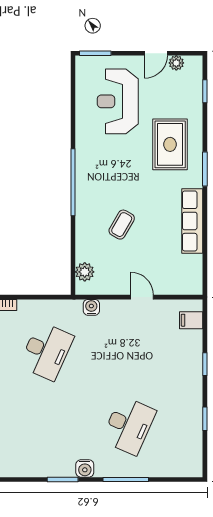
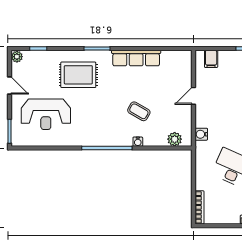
plant: (176, 63) -> (17, 57), moved
water cooler: (81, 223) -> (138, 142), added

